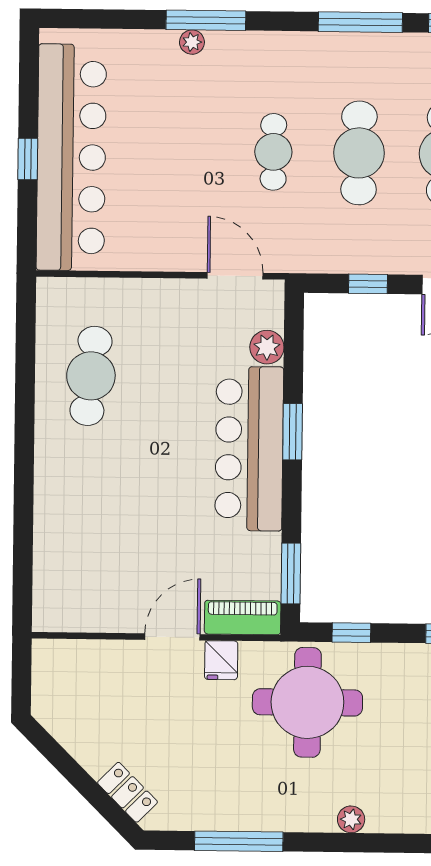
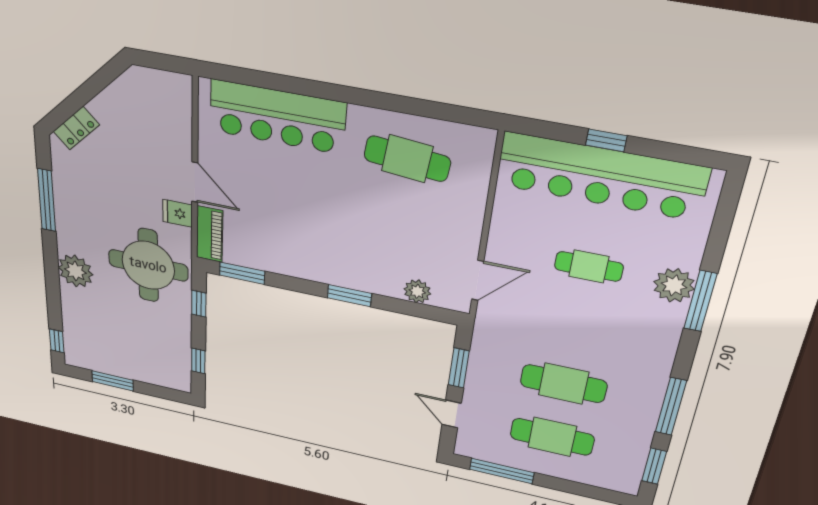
plant: (192, 42) -> (674, 285), width x1.88, depth x1.88
cafe table: (273, 152) -> (589, 266), moved
window: (368, 284) -> (459, 368), width x1.50
bar counter: (249, 449) -> (277, 117), moved, turned 180
plant: (351, 819) -> (75, 271), width x1.87, depth x1.87

